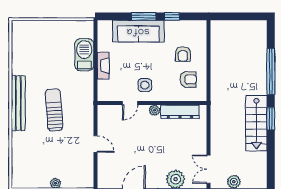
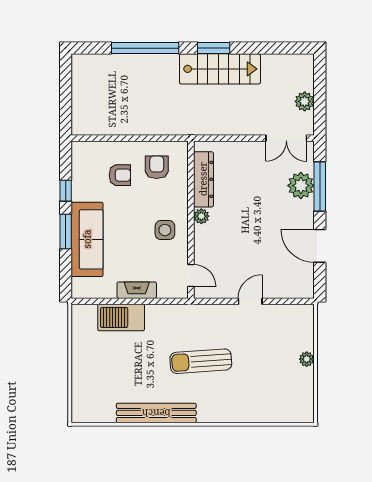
bench: (18, 103) -> (156, 413), moved
door: (130, 103) -> (191, 276), moved

